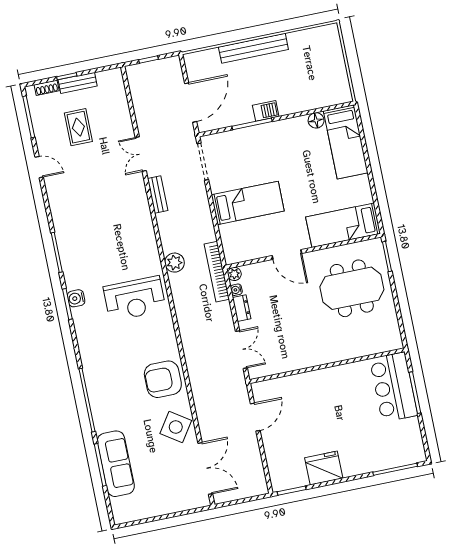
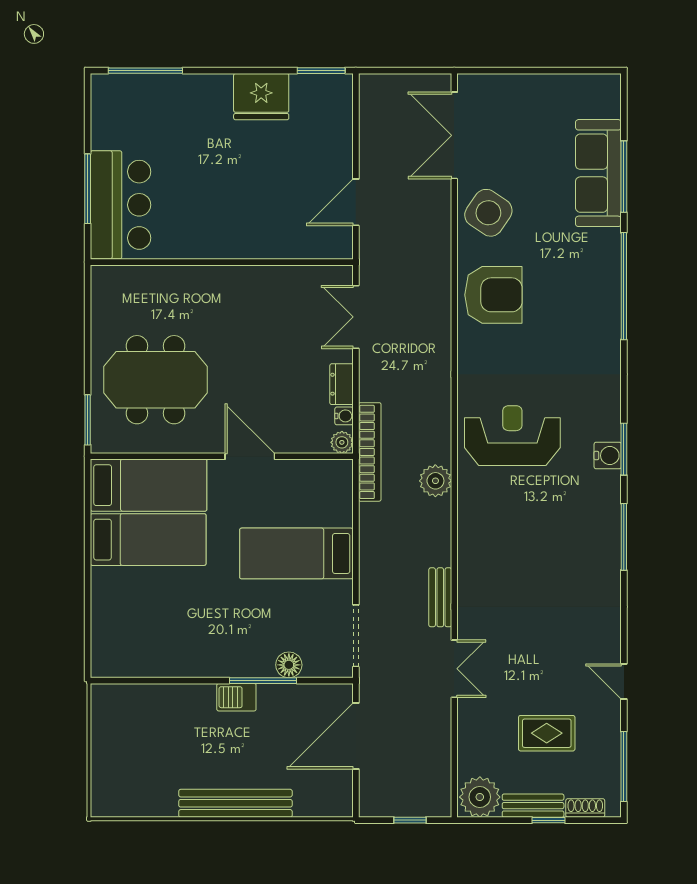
plant: (110, 81) -> (480, 797), added
floor lamp: (316, 120) -> (289, 665), moved
rug: (78, 127) -> (547, 733), turned 90
bed: (346, 142) -> (148, 540), moved, turned 90

